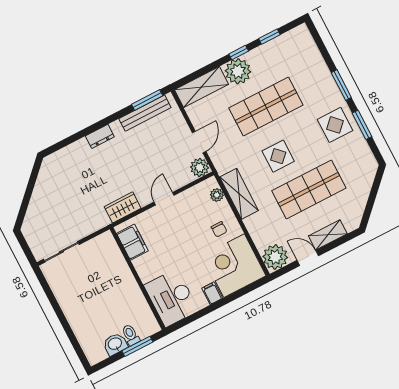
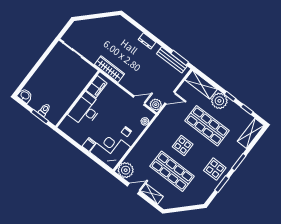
shelving: (239, 194) -> (251, 133), moved
door: (164, 199) -> (139, 101), moved
wardrobe: (123, 207) -> (109, 69), width x1.50
door: (308, 258) -> (134, 189), hinge flipped
desk: (171, 298) -> (86, 110), moved
washbasin: (115, 344) -> (25, 96), moved

